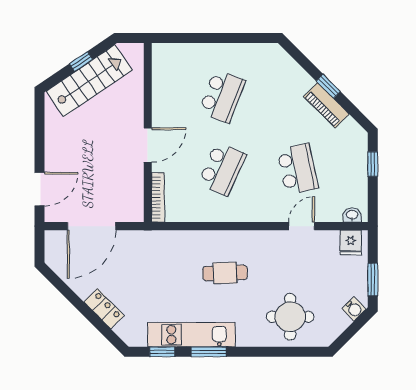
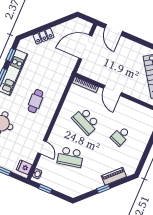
school desk: (222, 96) -> (120, 136), width x0.54
piano: (326, 105) -> (114, 176), moved
window: (373, 164) -> (45, 189), moved
door: (92, 226) -> (85, 47), hinge flipped

